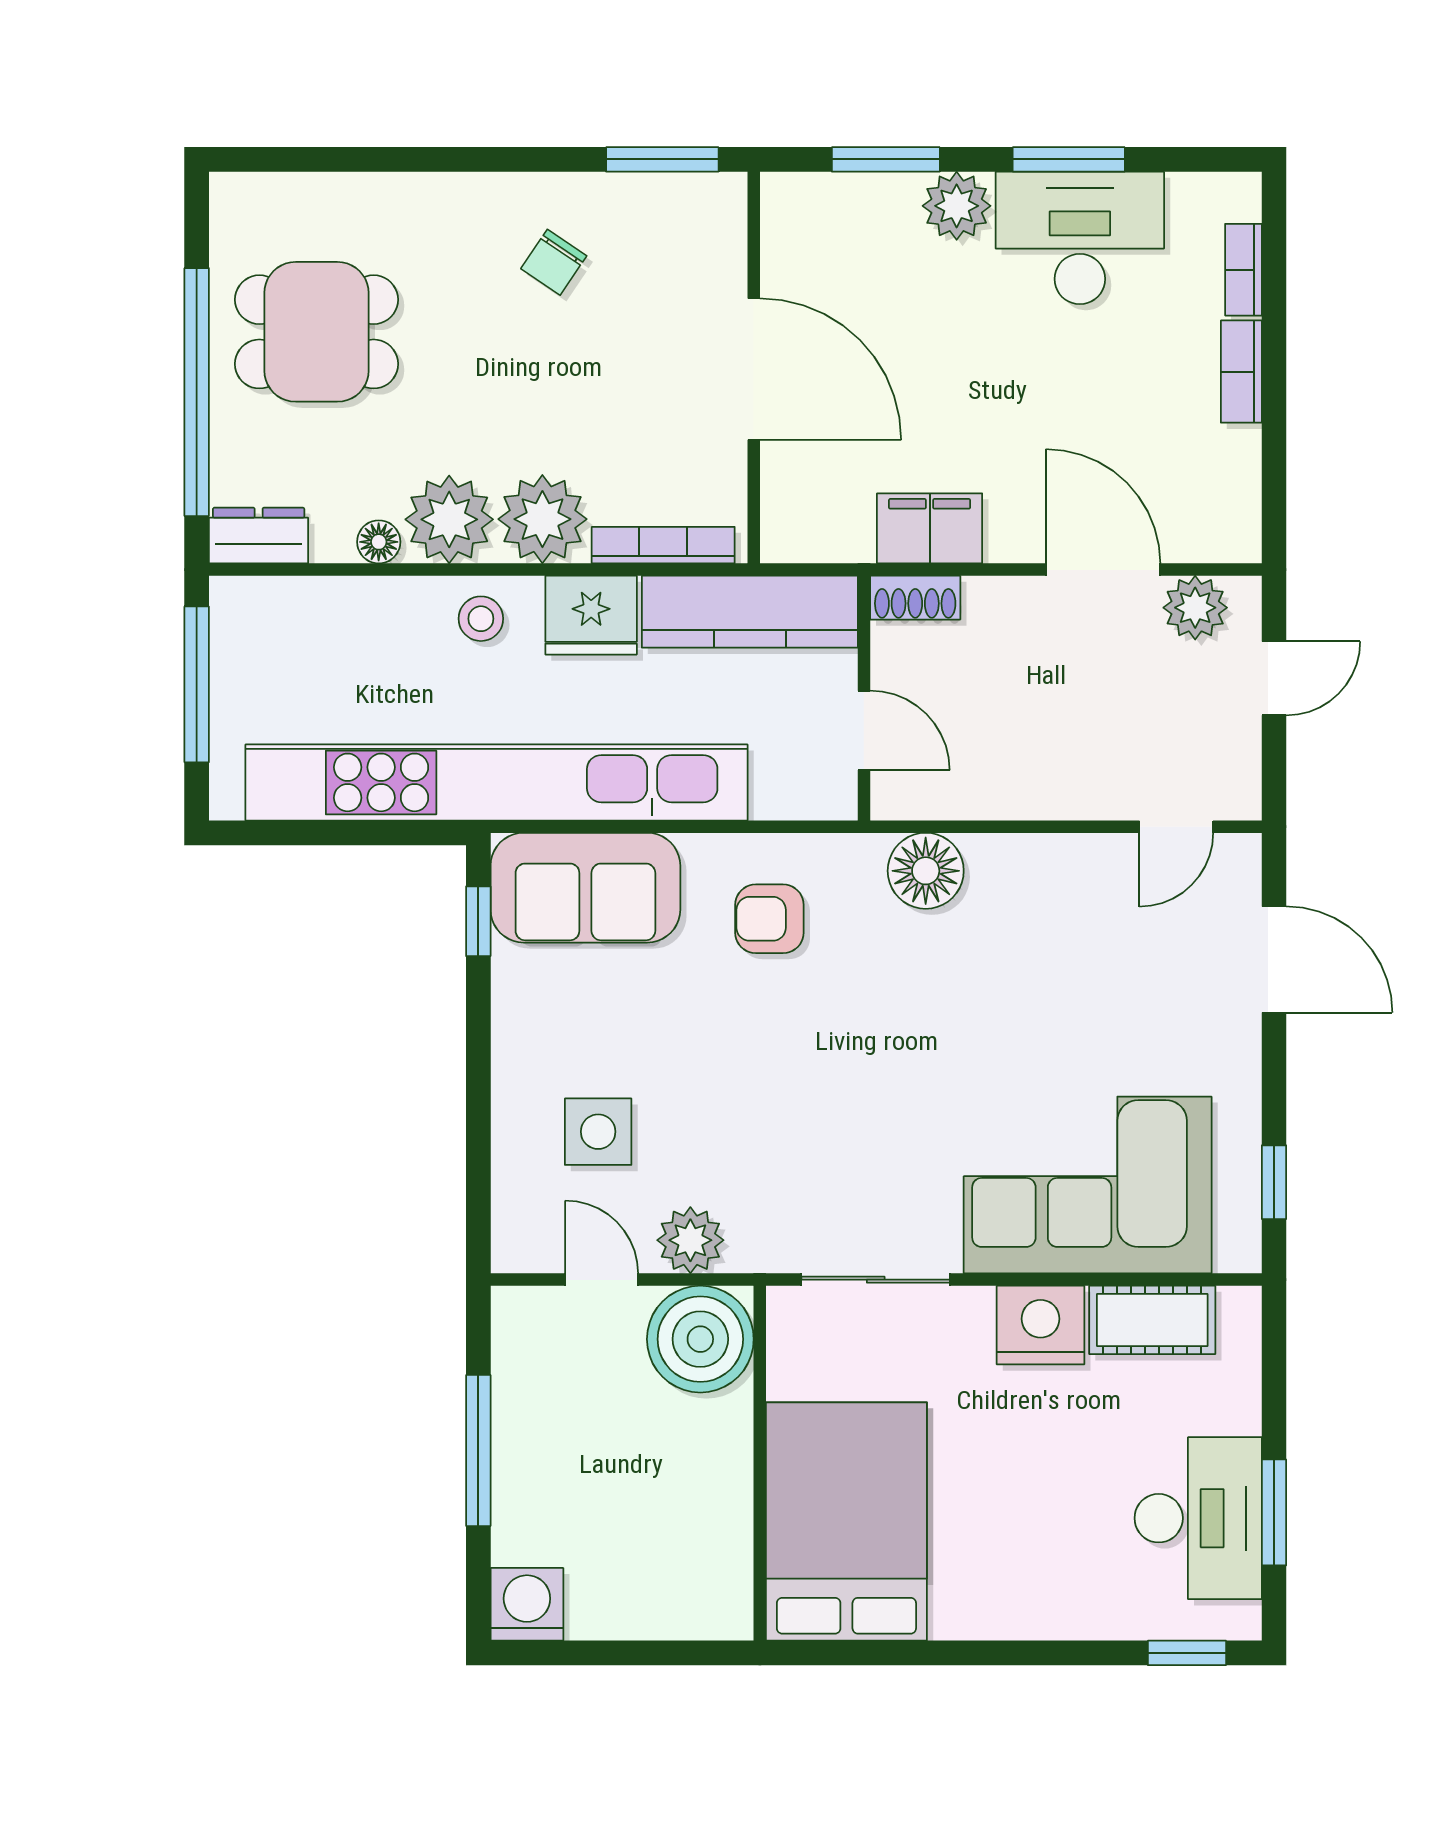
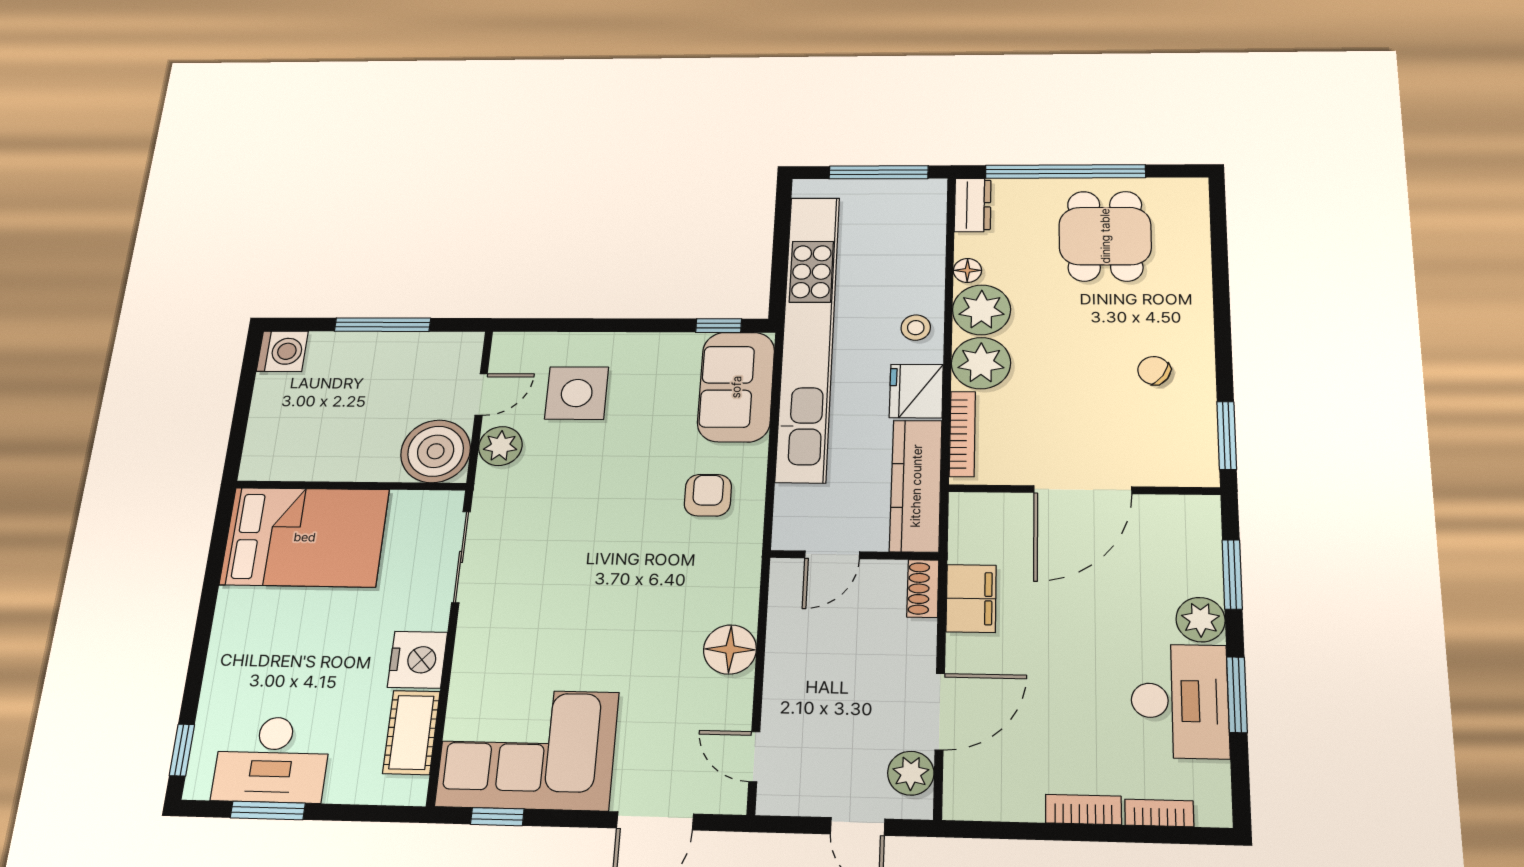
floor lamp: (926, 871) -> (730, 649), moved
side table: (598, 1132) -> (577, 393), width x1.37, depth x1.37
corner sofa: (1088, 1185) -> (527, 749), moved, turned -90

